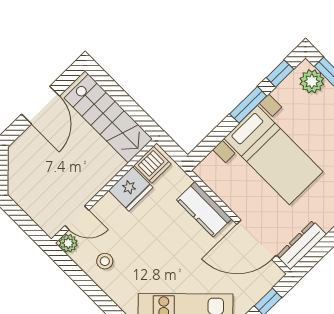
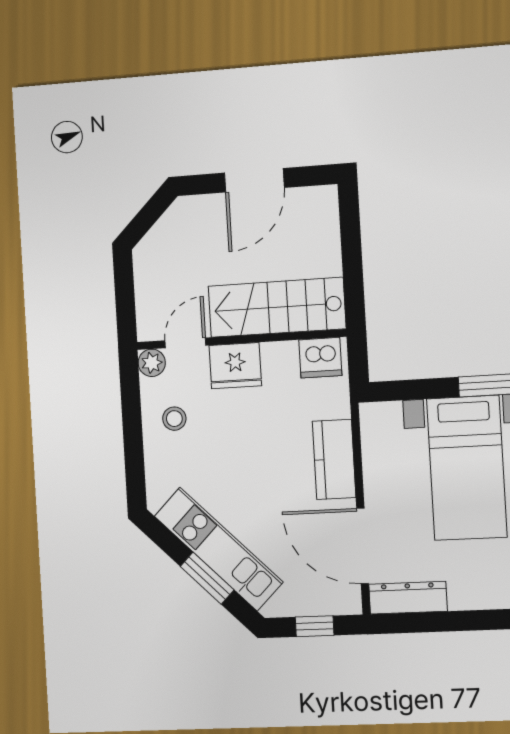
stairs: (108, 119) -> (277, 307), moved, turned 90
fridge: (131, 189) -> (235, 366), moved
door: (77, 218) -> (185, 343), swing flipped

